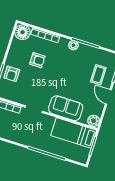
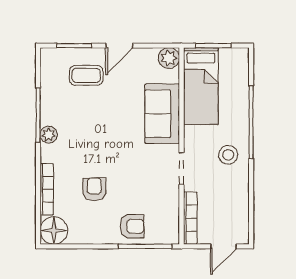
stool: (33, 136) -> (228, 155), added

